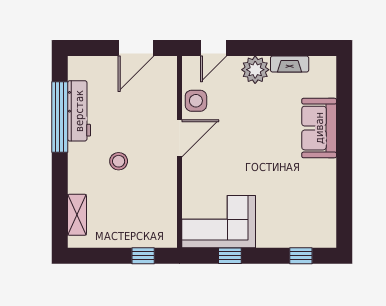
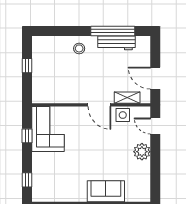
fireplace: (290, 64) -> (145, 173), removed
stool: (119, 161) -> (79, 48), moved
shelving: (77, 215) -> (127, 98), moved
window: (143, 256) -> (27, 66), moved

